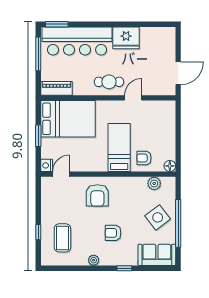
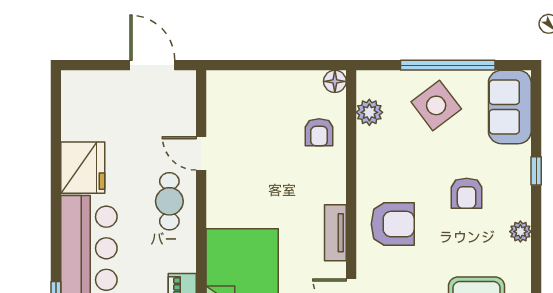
bed: (119, 147) -> (298, 181), removed
tv unit: (93, 166) -> (335, 233), added

